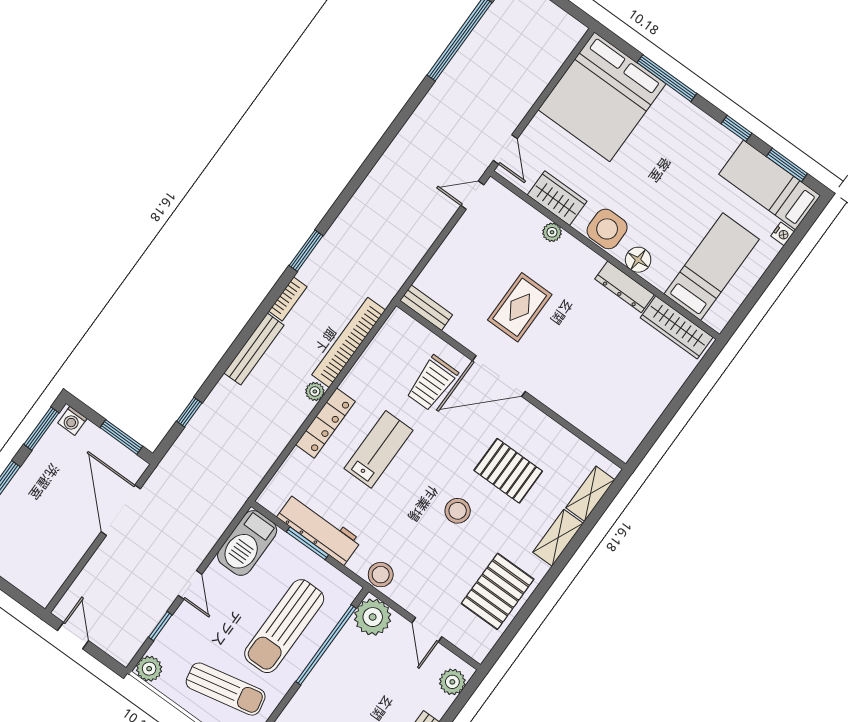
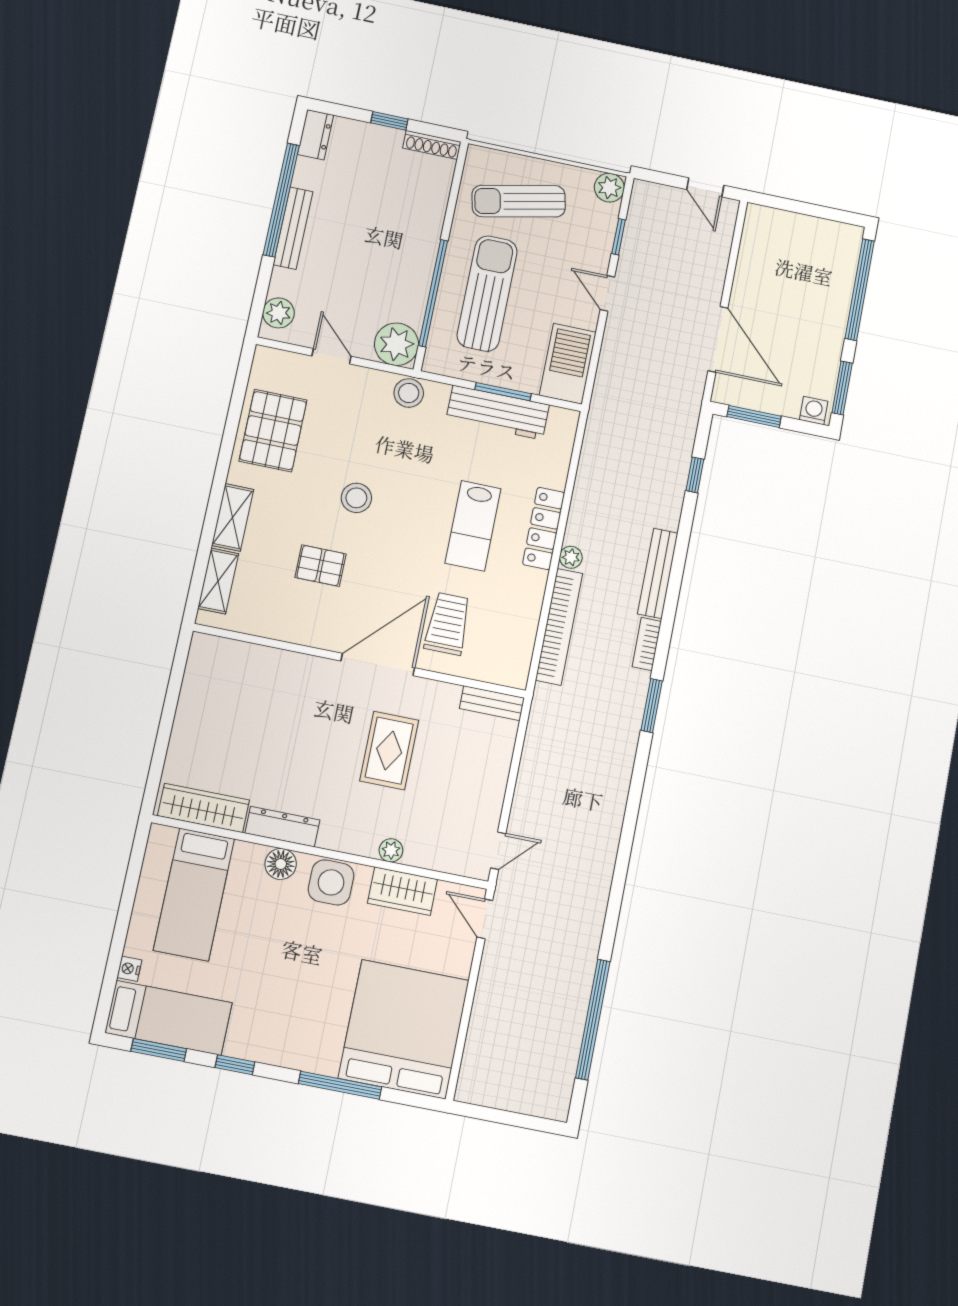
pallet: (508, 471) -> (320, 566), width x0.67, depth x0.71

